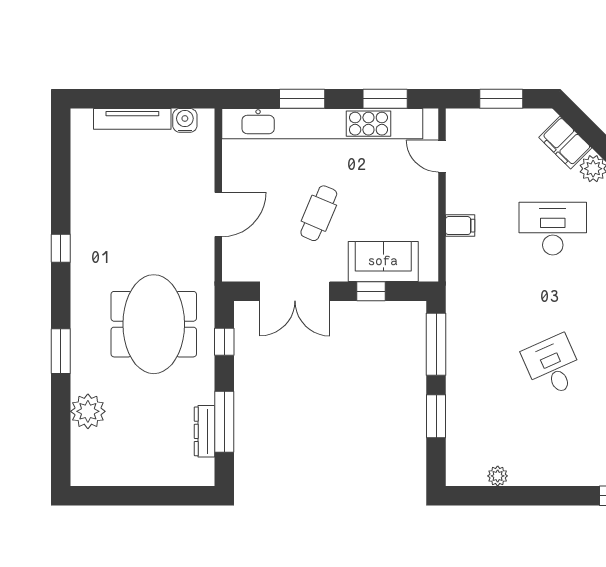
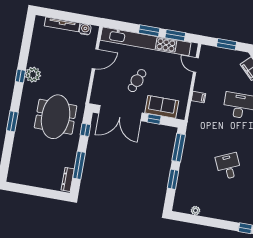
window: (302, 99) -> (149, 31), moved
door: (218, 214) -> (95, 59), moved
double door: (295, 291) -> (120, 113), width x1.36
plant: (88, 411) -> (33, 75), moved
dresser: (205, 431) -> (68, 179), moved

